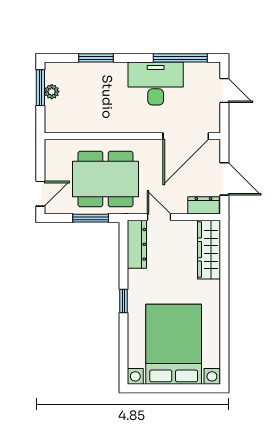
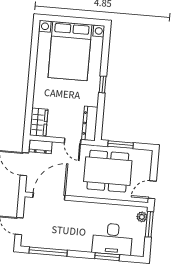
desk: (156, 84) -> (112, 239), moved
window: (40, 88) -> (149, 224), moved
plant: (52, 92) -> (142, 217), moved
door: (40, 194) -> (152, 190), moved
wardrobe: (209, 250) -> (39, 122), width x0.67

